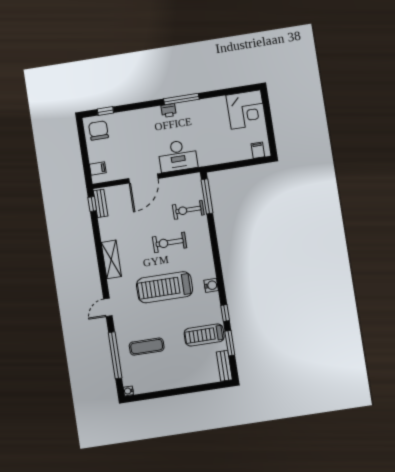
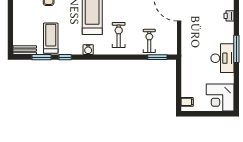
printer: (169, 111) -> (229, 16), moved
desk: (178, 156) -> (222, 58), moved, turned 180
window: (207, 196) -> (157, 57), width x0.69
exercise bike: (170, 242) -> (119, 35), moved

